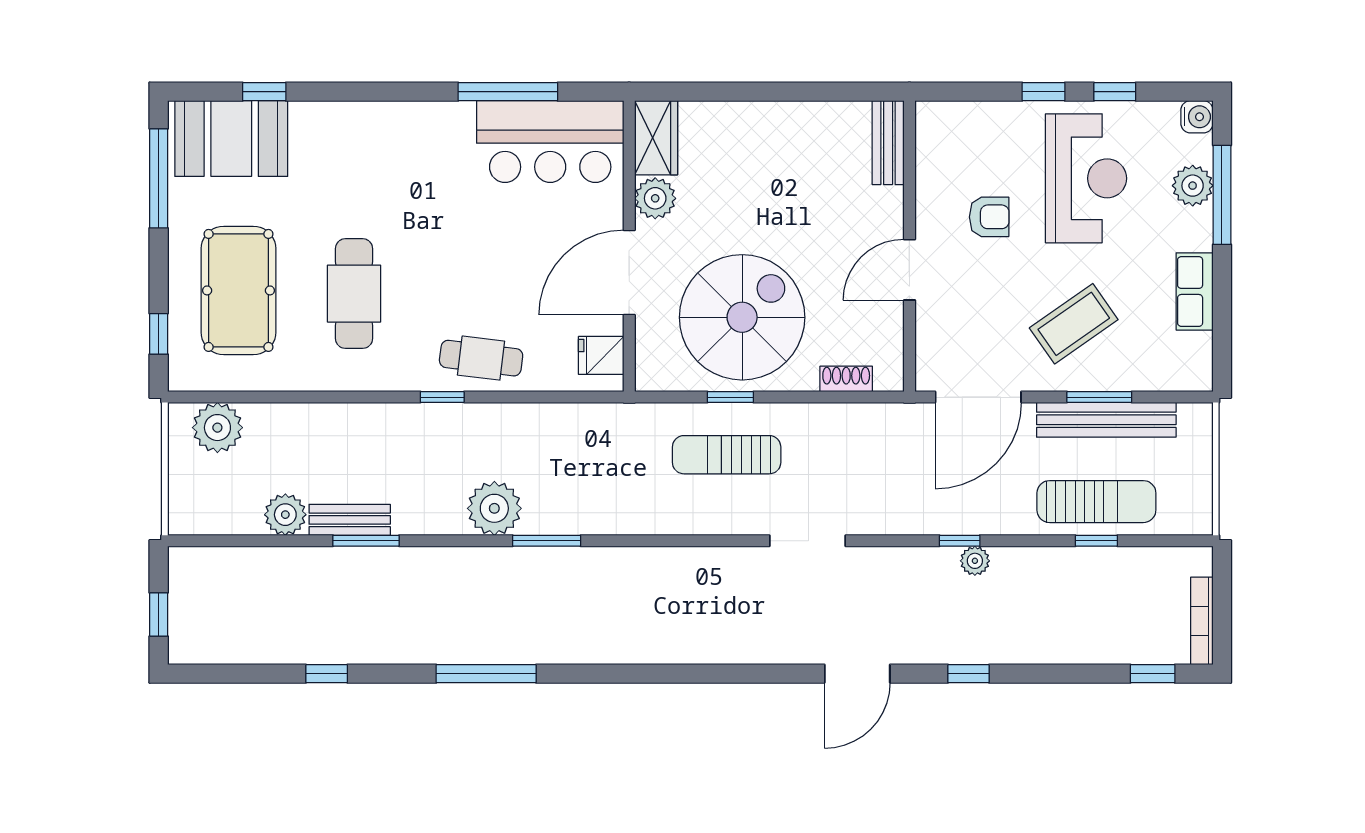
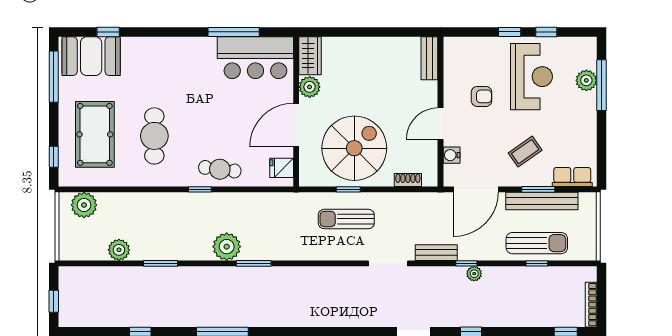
water cooler: (1197, 117) -> (452, 155), moved, turned 180
row of seats: (1195, 291) -> (572, 177), moved, turned 90
coffee table: (1074, 324) -> (525, 152), width x0.73, depth x0.77
bench: (350, 520) -> (436, 253), moved

